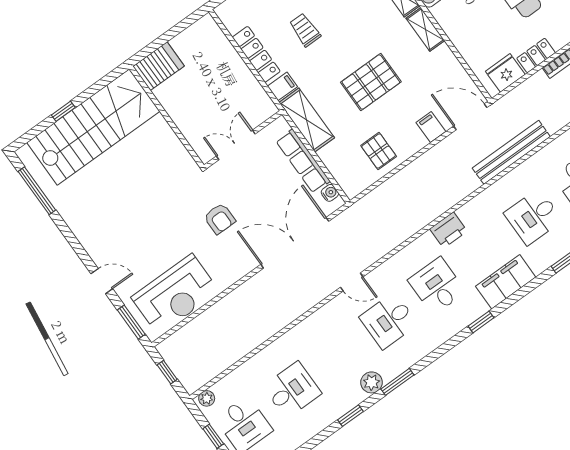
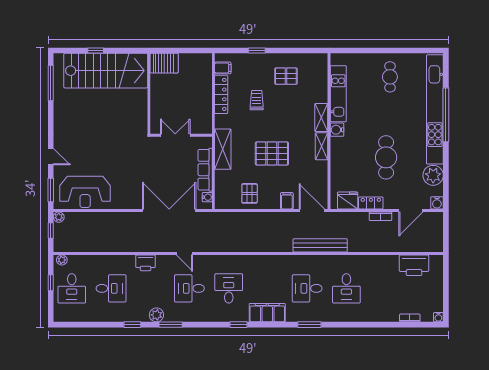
filing cabinet: (282, 86) -> (223, 68), moved
armchair: (220, 219) -> (138, 169), removed
printer: (448, 230) -> (146, 263), moved
plant: (165, 348) -> (59, 217), added

